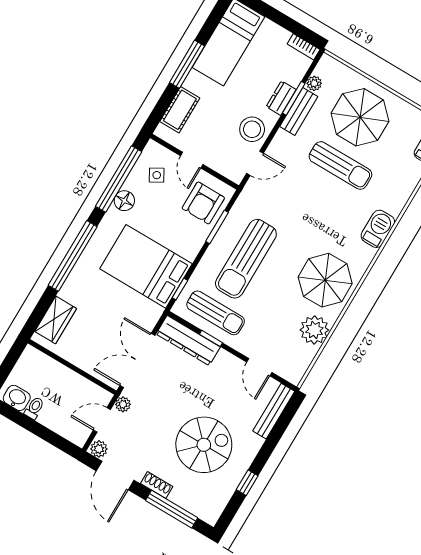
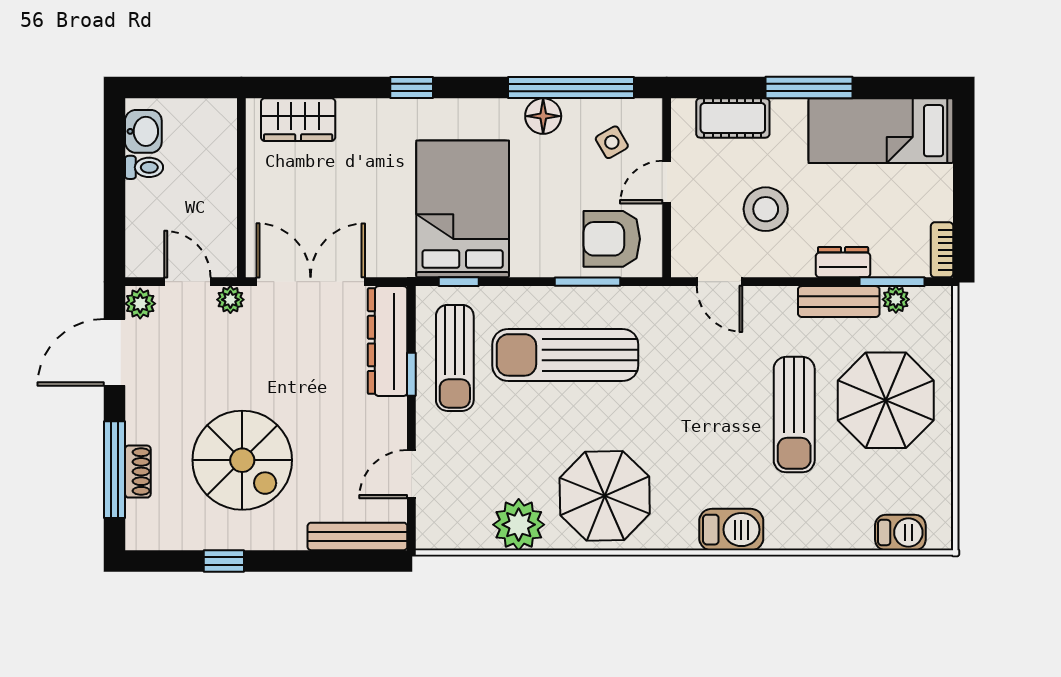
window: (294, 98) -> (892, 282), moved
stool: (252, 129) -> (766, 209), moved
window: (73, 256) -> (412, 87), width x0.32
shoe rack: (157, 485) -> (138, 472), moved

